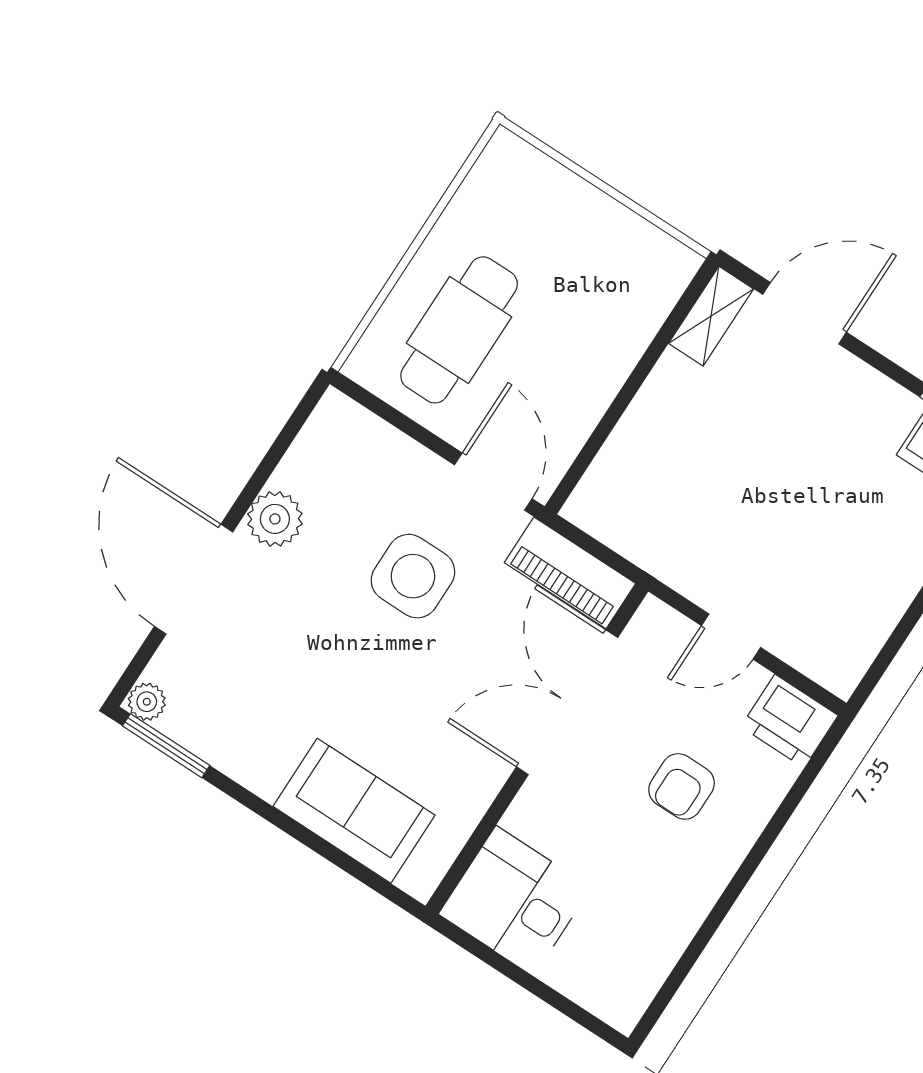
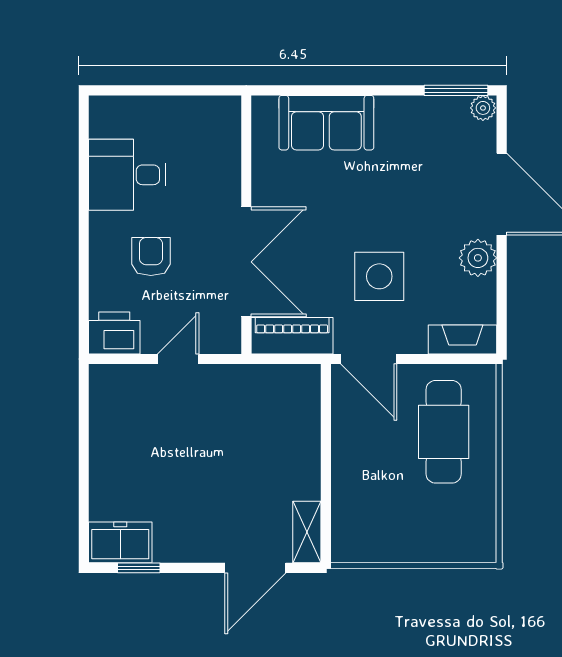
fireplace: (360, 430) -> (462, 339), added
desk: (515, 901) -> (127, 175), moved, turned 180

